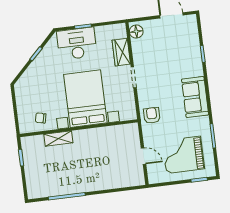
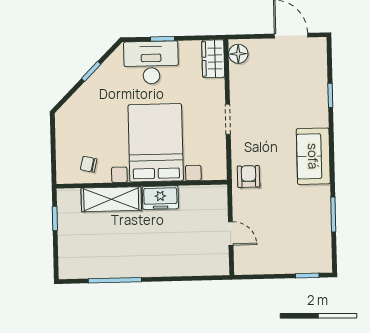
wardrobe: (121, 52) -> (213, 59), moved
freezer: (92, 136) -> (160, 198), added
shelving: (58, 139) -> (111, 199), width x1.50, depth x1.33
grand piano: (183, 155) -> (288, 237), removed

